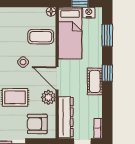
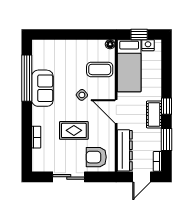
window: (107, 35) -> (167, 140), moved
plant: (48, 97) -> (107, 130), removed

